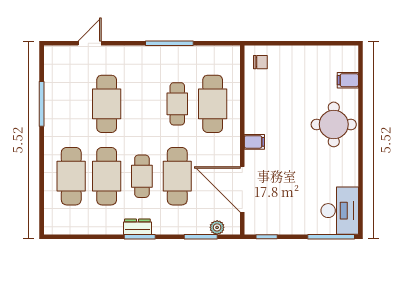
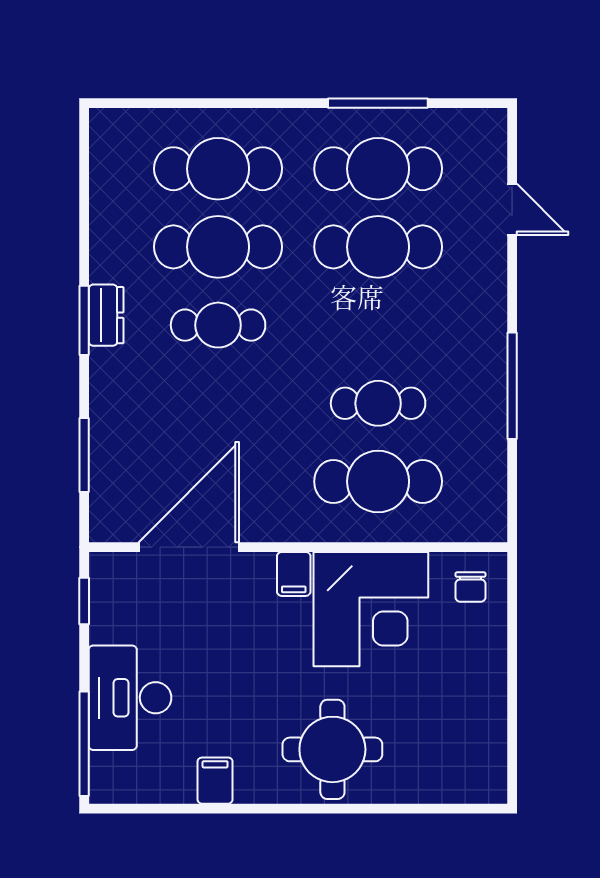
filing cabinet: (348, 80) -> (215, 781), moved
corner desk: (270, 107) -> (371, 609), added
cafe table: (177, 176) -> (378, 169), moved
desk: (340, 211) -> (130, 698), moved, turned 90
plant: (217, 227) -> (105, 491), removed

